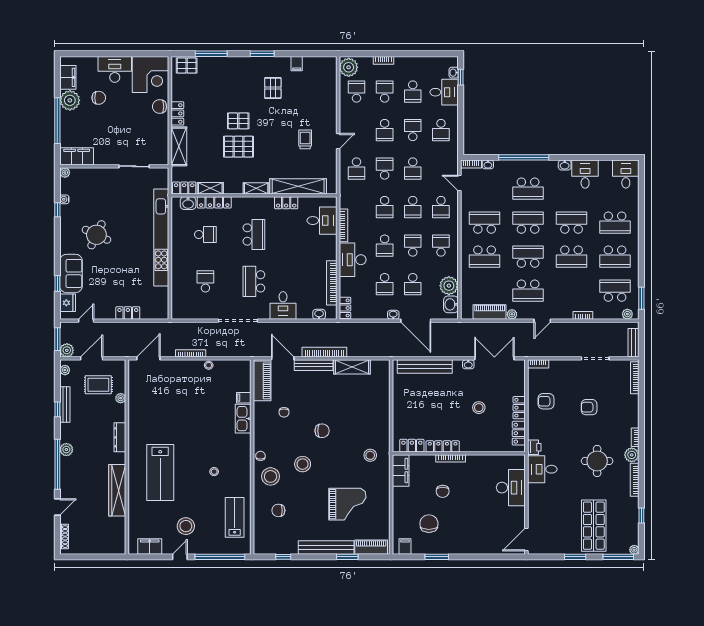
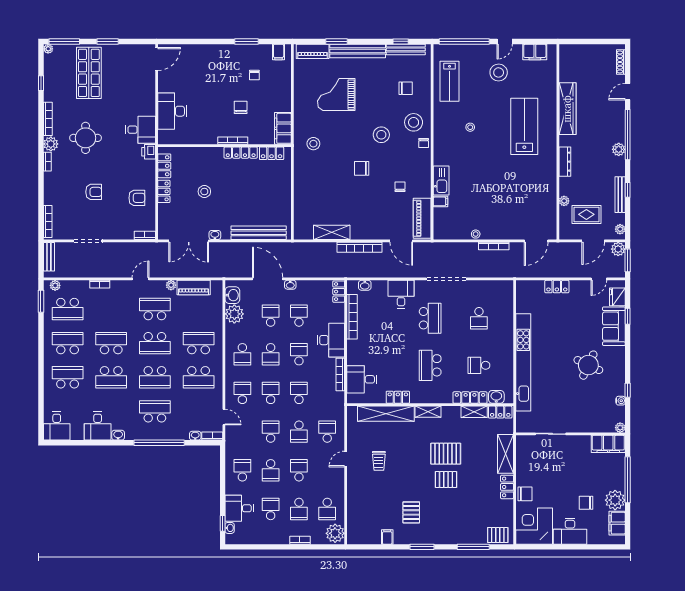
bench: (314, 365) -> (406, 49), moved
chair: (429, 524) -> (254, 75), width x0.54, depth x0.54

